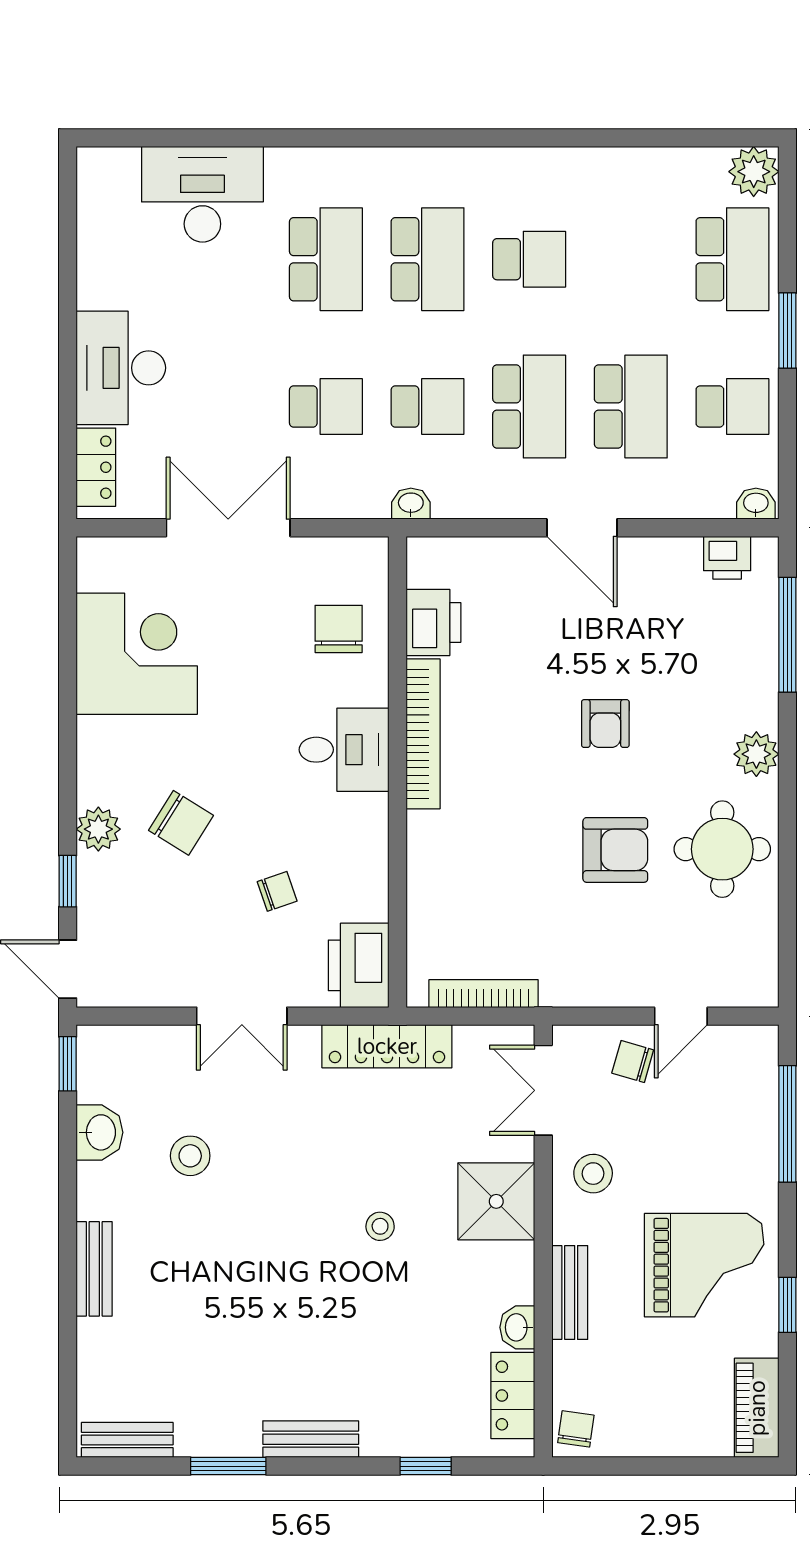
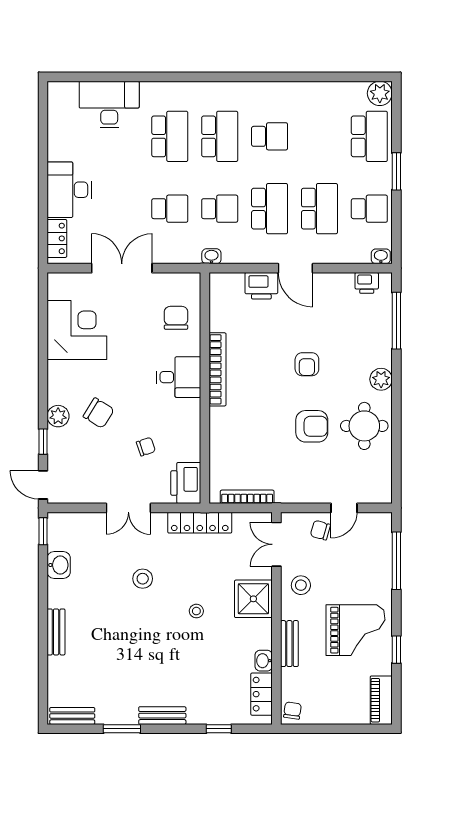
printer: (433, 622) -> (261, 286), moved, turned 90
stool: (190, 1156) -> (143, 579), moved

